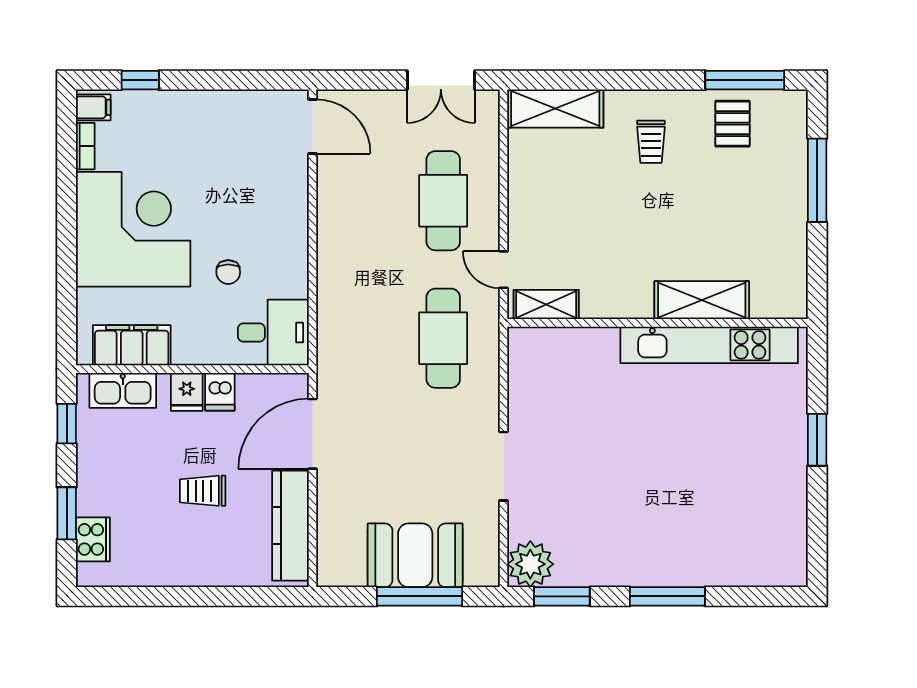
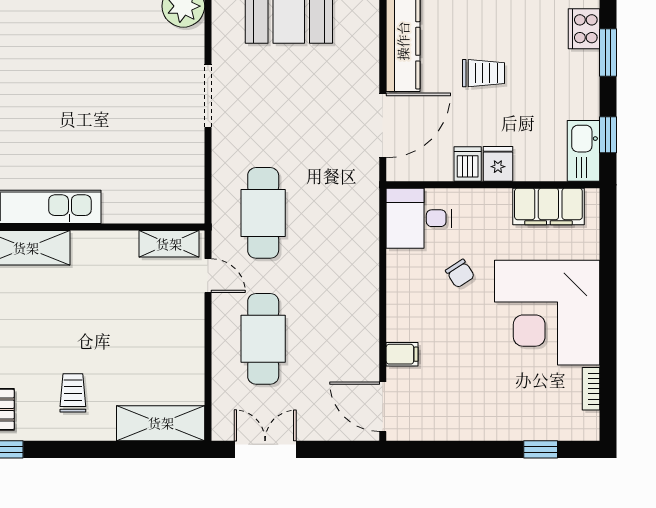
filing cabinet: (93, 107) -> (402, 354), moved, turned 180
chair: (228, 272) -> (460, 274), turned 147
kitchen sink: (123, 390) -> (583, 151), moved, turned -90

